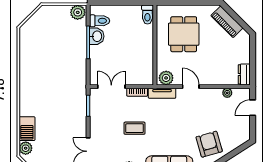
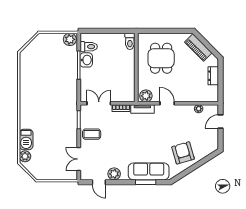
dresser: (244, 74) -> (213, 76), moved
coffee table: (135, 128) -> (92, 134), moved

